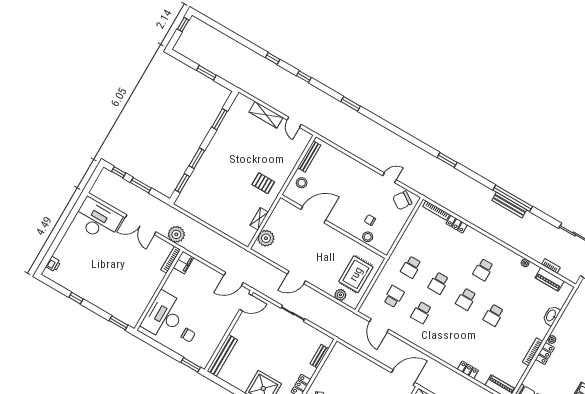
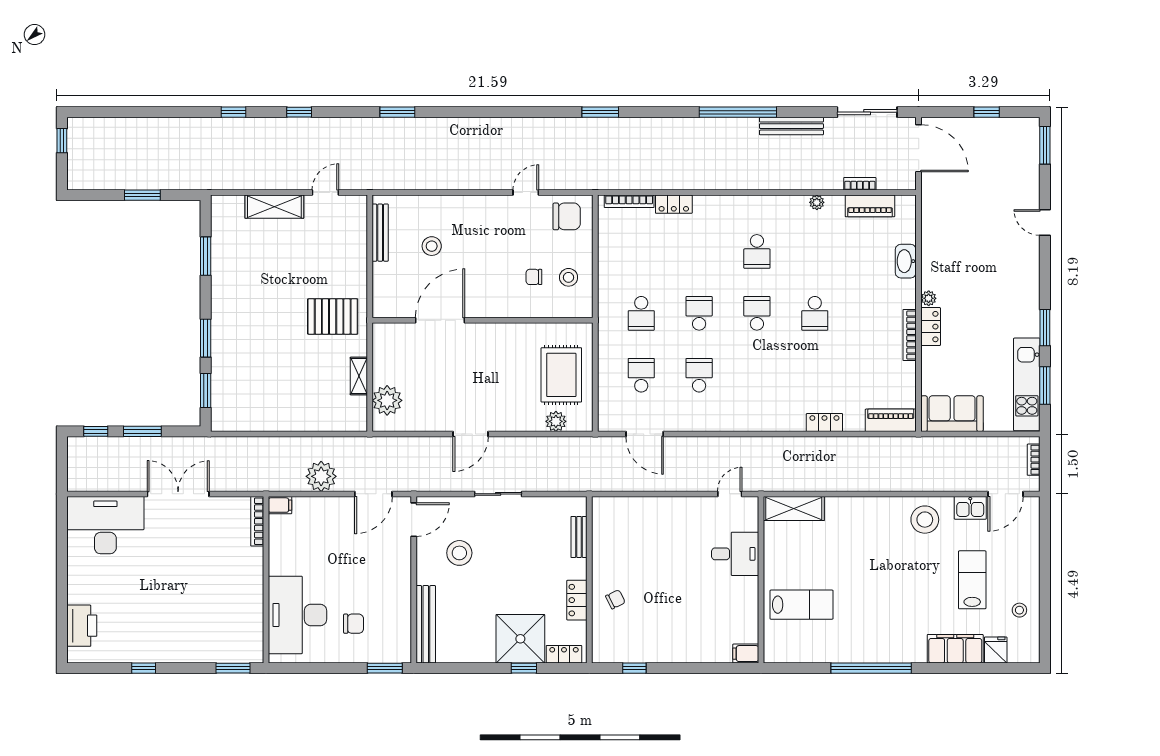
door: (294, 122) -> (325, 193), swing flipped
pallet: (263, 183) -> (333, 317), width x1.50, depth x1.42
stool: (302, 183) -> (432, 246), moved
chair: (402, 200) -> (567, 216), turned -124
bench: (509, 205) -> (791, 126), moved
double door: (141, 225) -> (178, 494), swing flipped
plant: (176, 234) -> (321, 476), moved
stool: (368, 237) -> (569, 277), moved
filing cabinet: (184, 262) -> (280, 505), width x0.50
printer: (53, 264) -> (82, 626), width x1.87, depth x1.48
school desk: (438, 283) -> (699, 313), turned 180
school desk: (466, 299) -> (757, 313), turned 180
school desk: (421, 313) -> (699, 375), turned 180
stool: (258, 331) -> (459, 553), added
door: (403, 378) -> (730, 494), width x0.53

